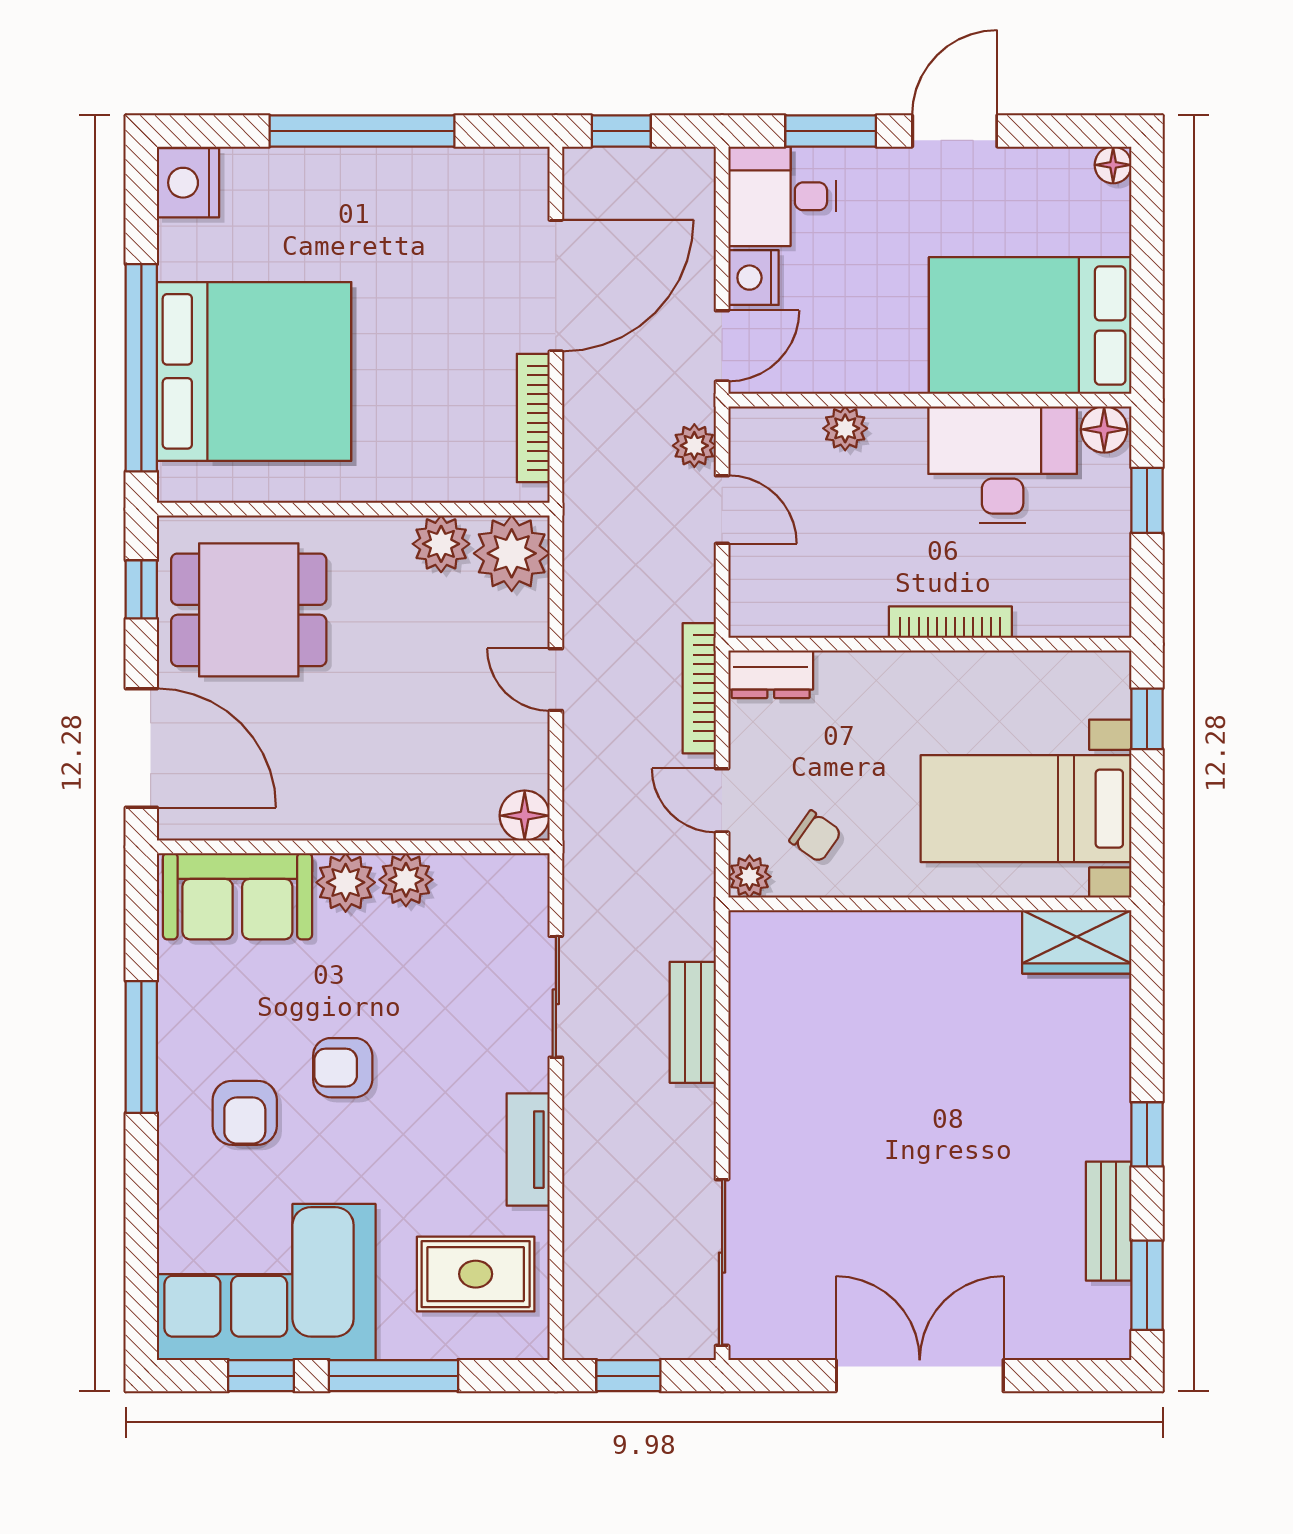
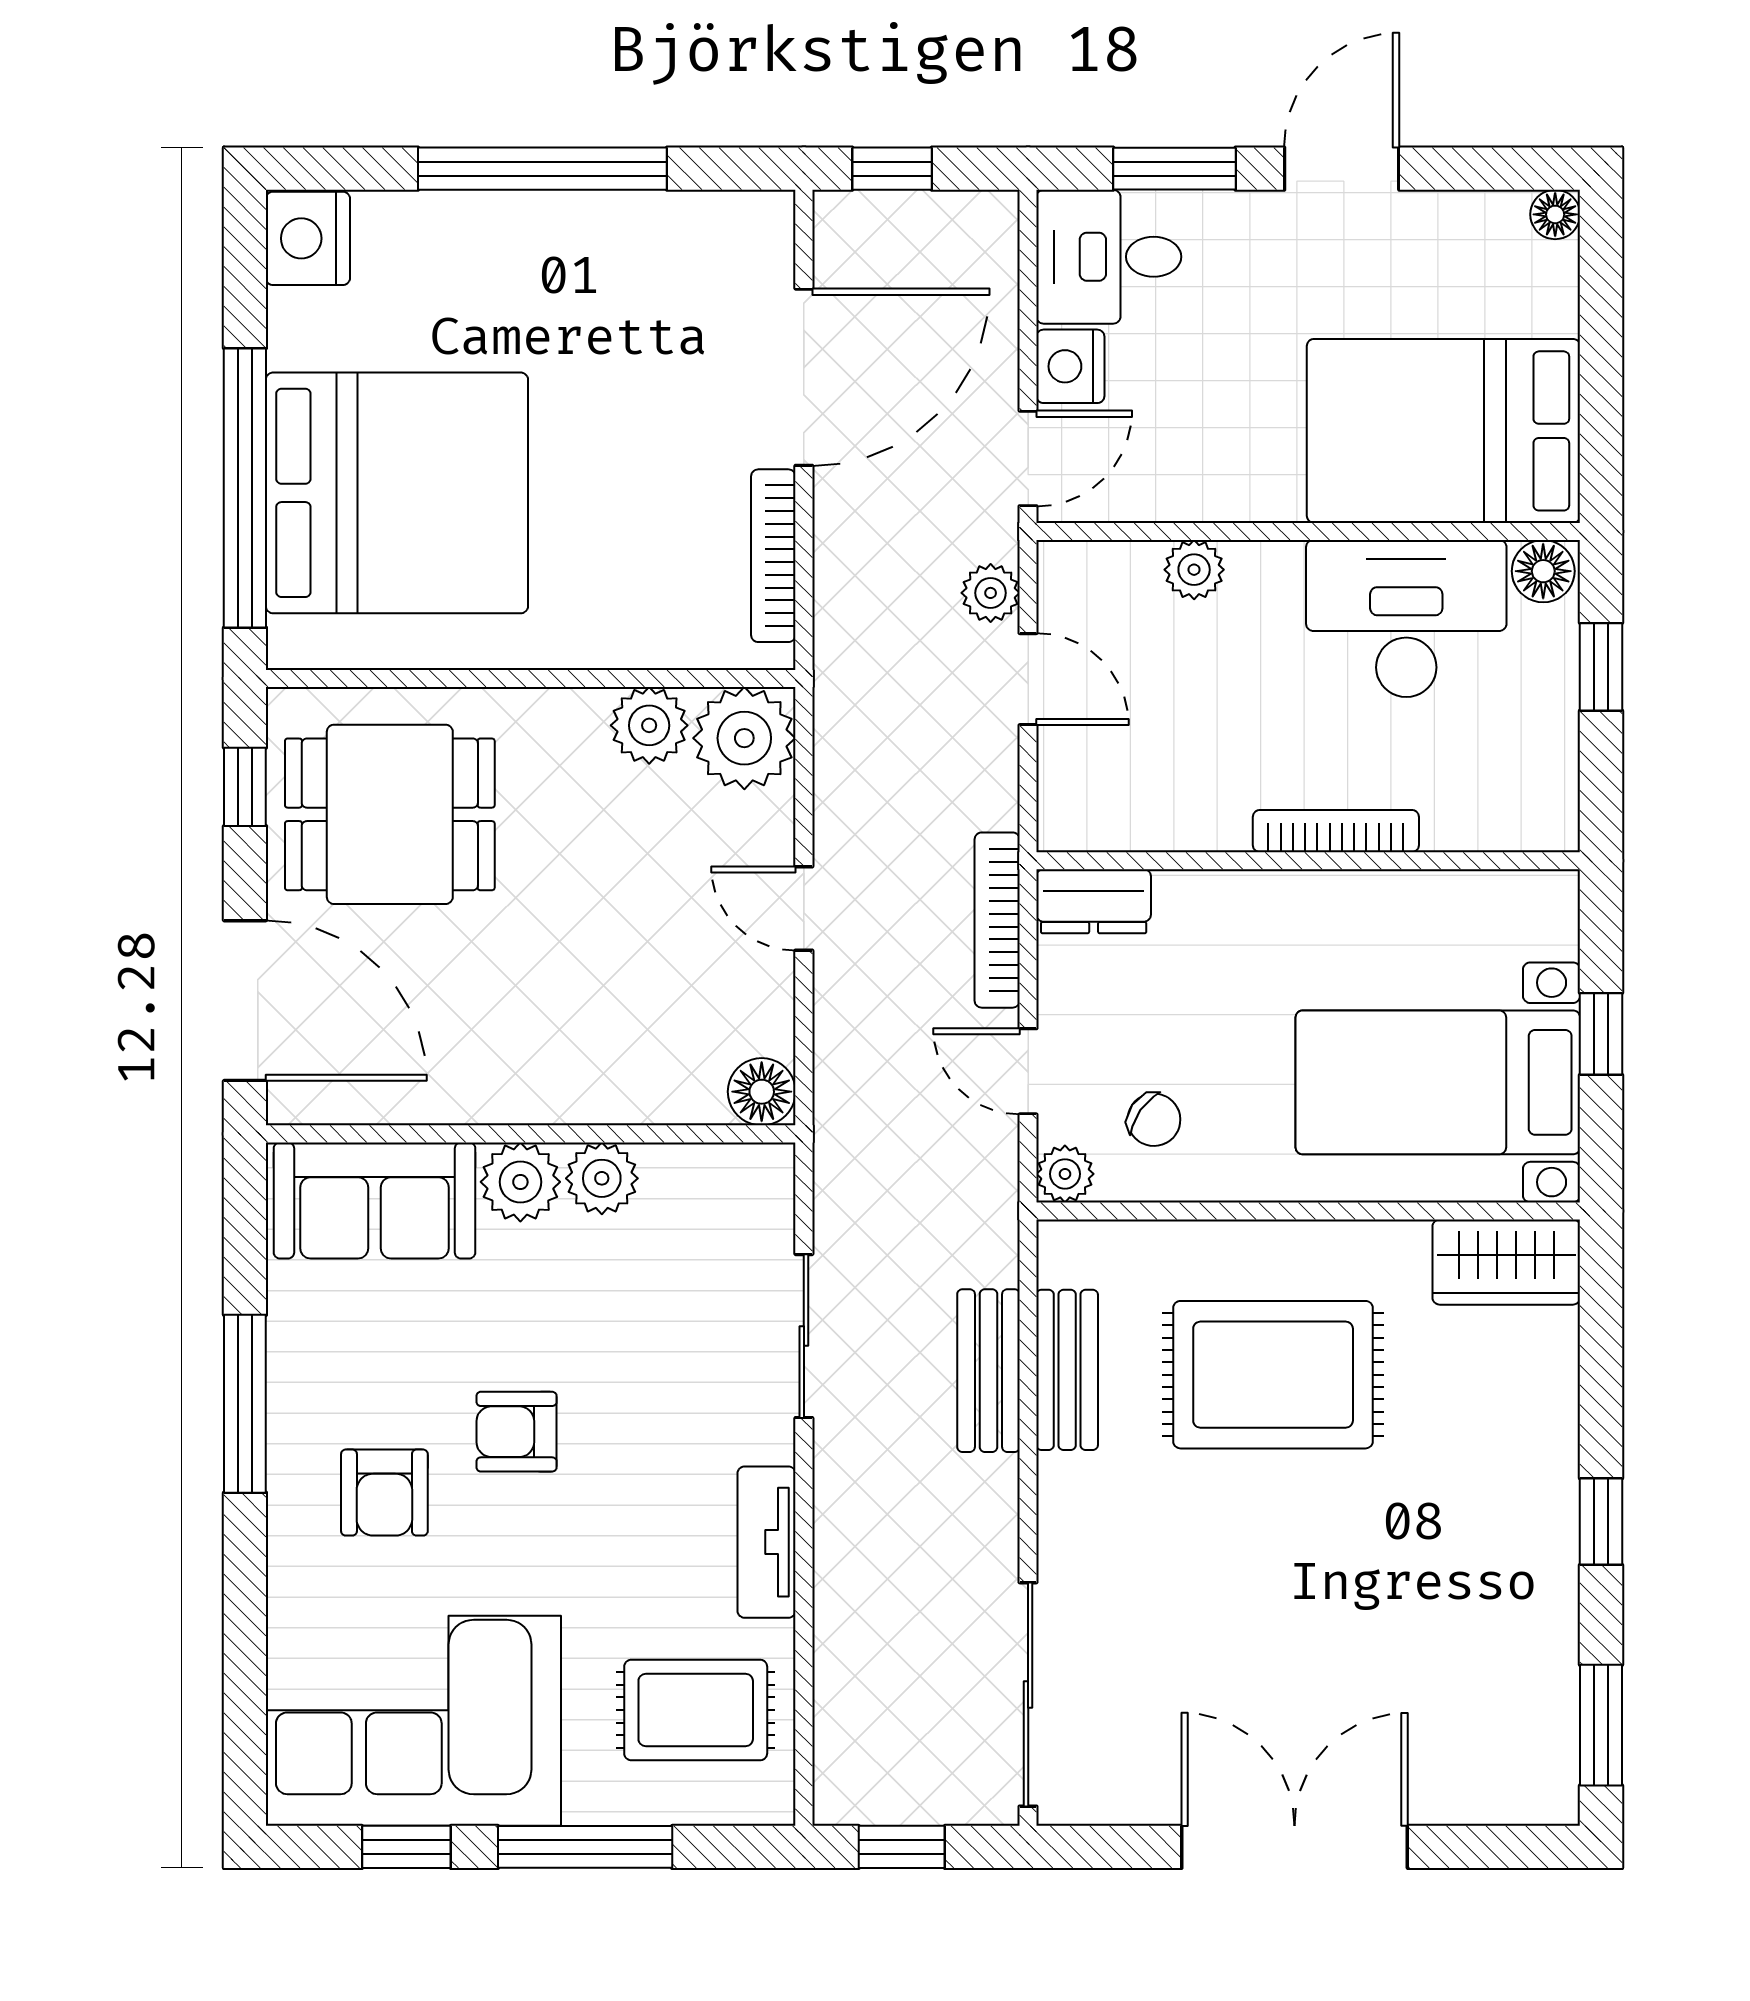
window: (1147, 719) -> (1601, 1034), moved
rug: (904, 1025) -> (1273, 1375), added
bench: (1109, 1221) -> (1067, 1370), moved

